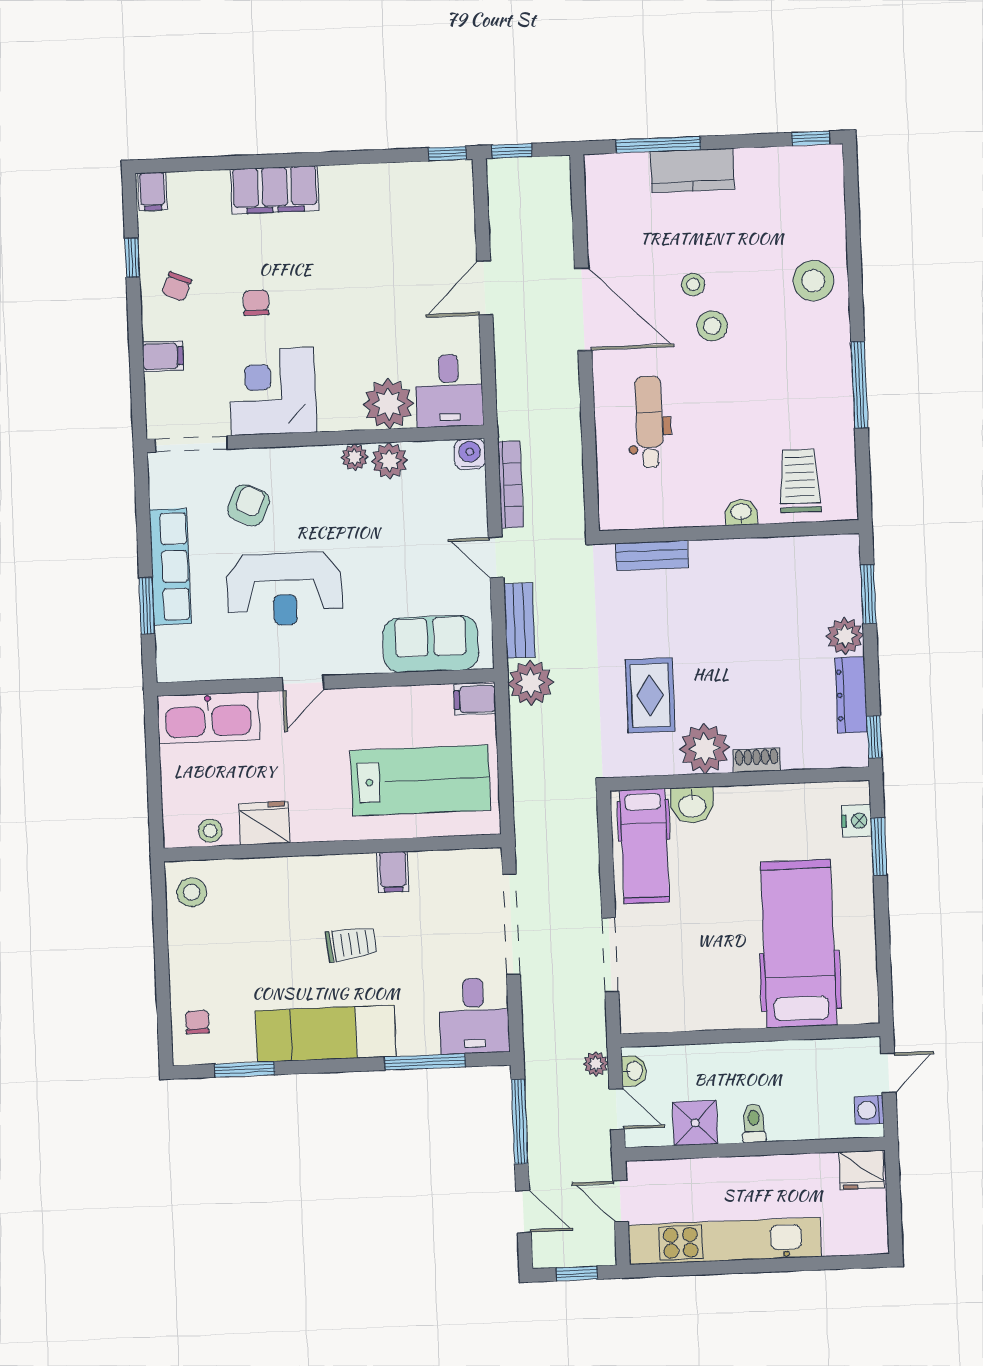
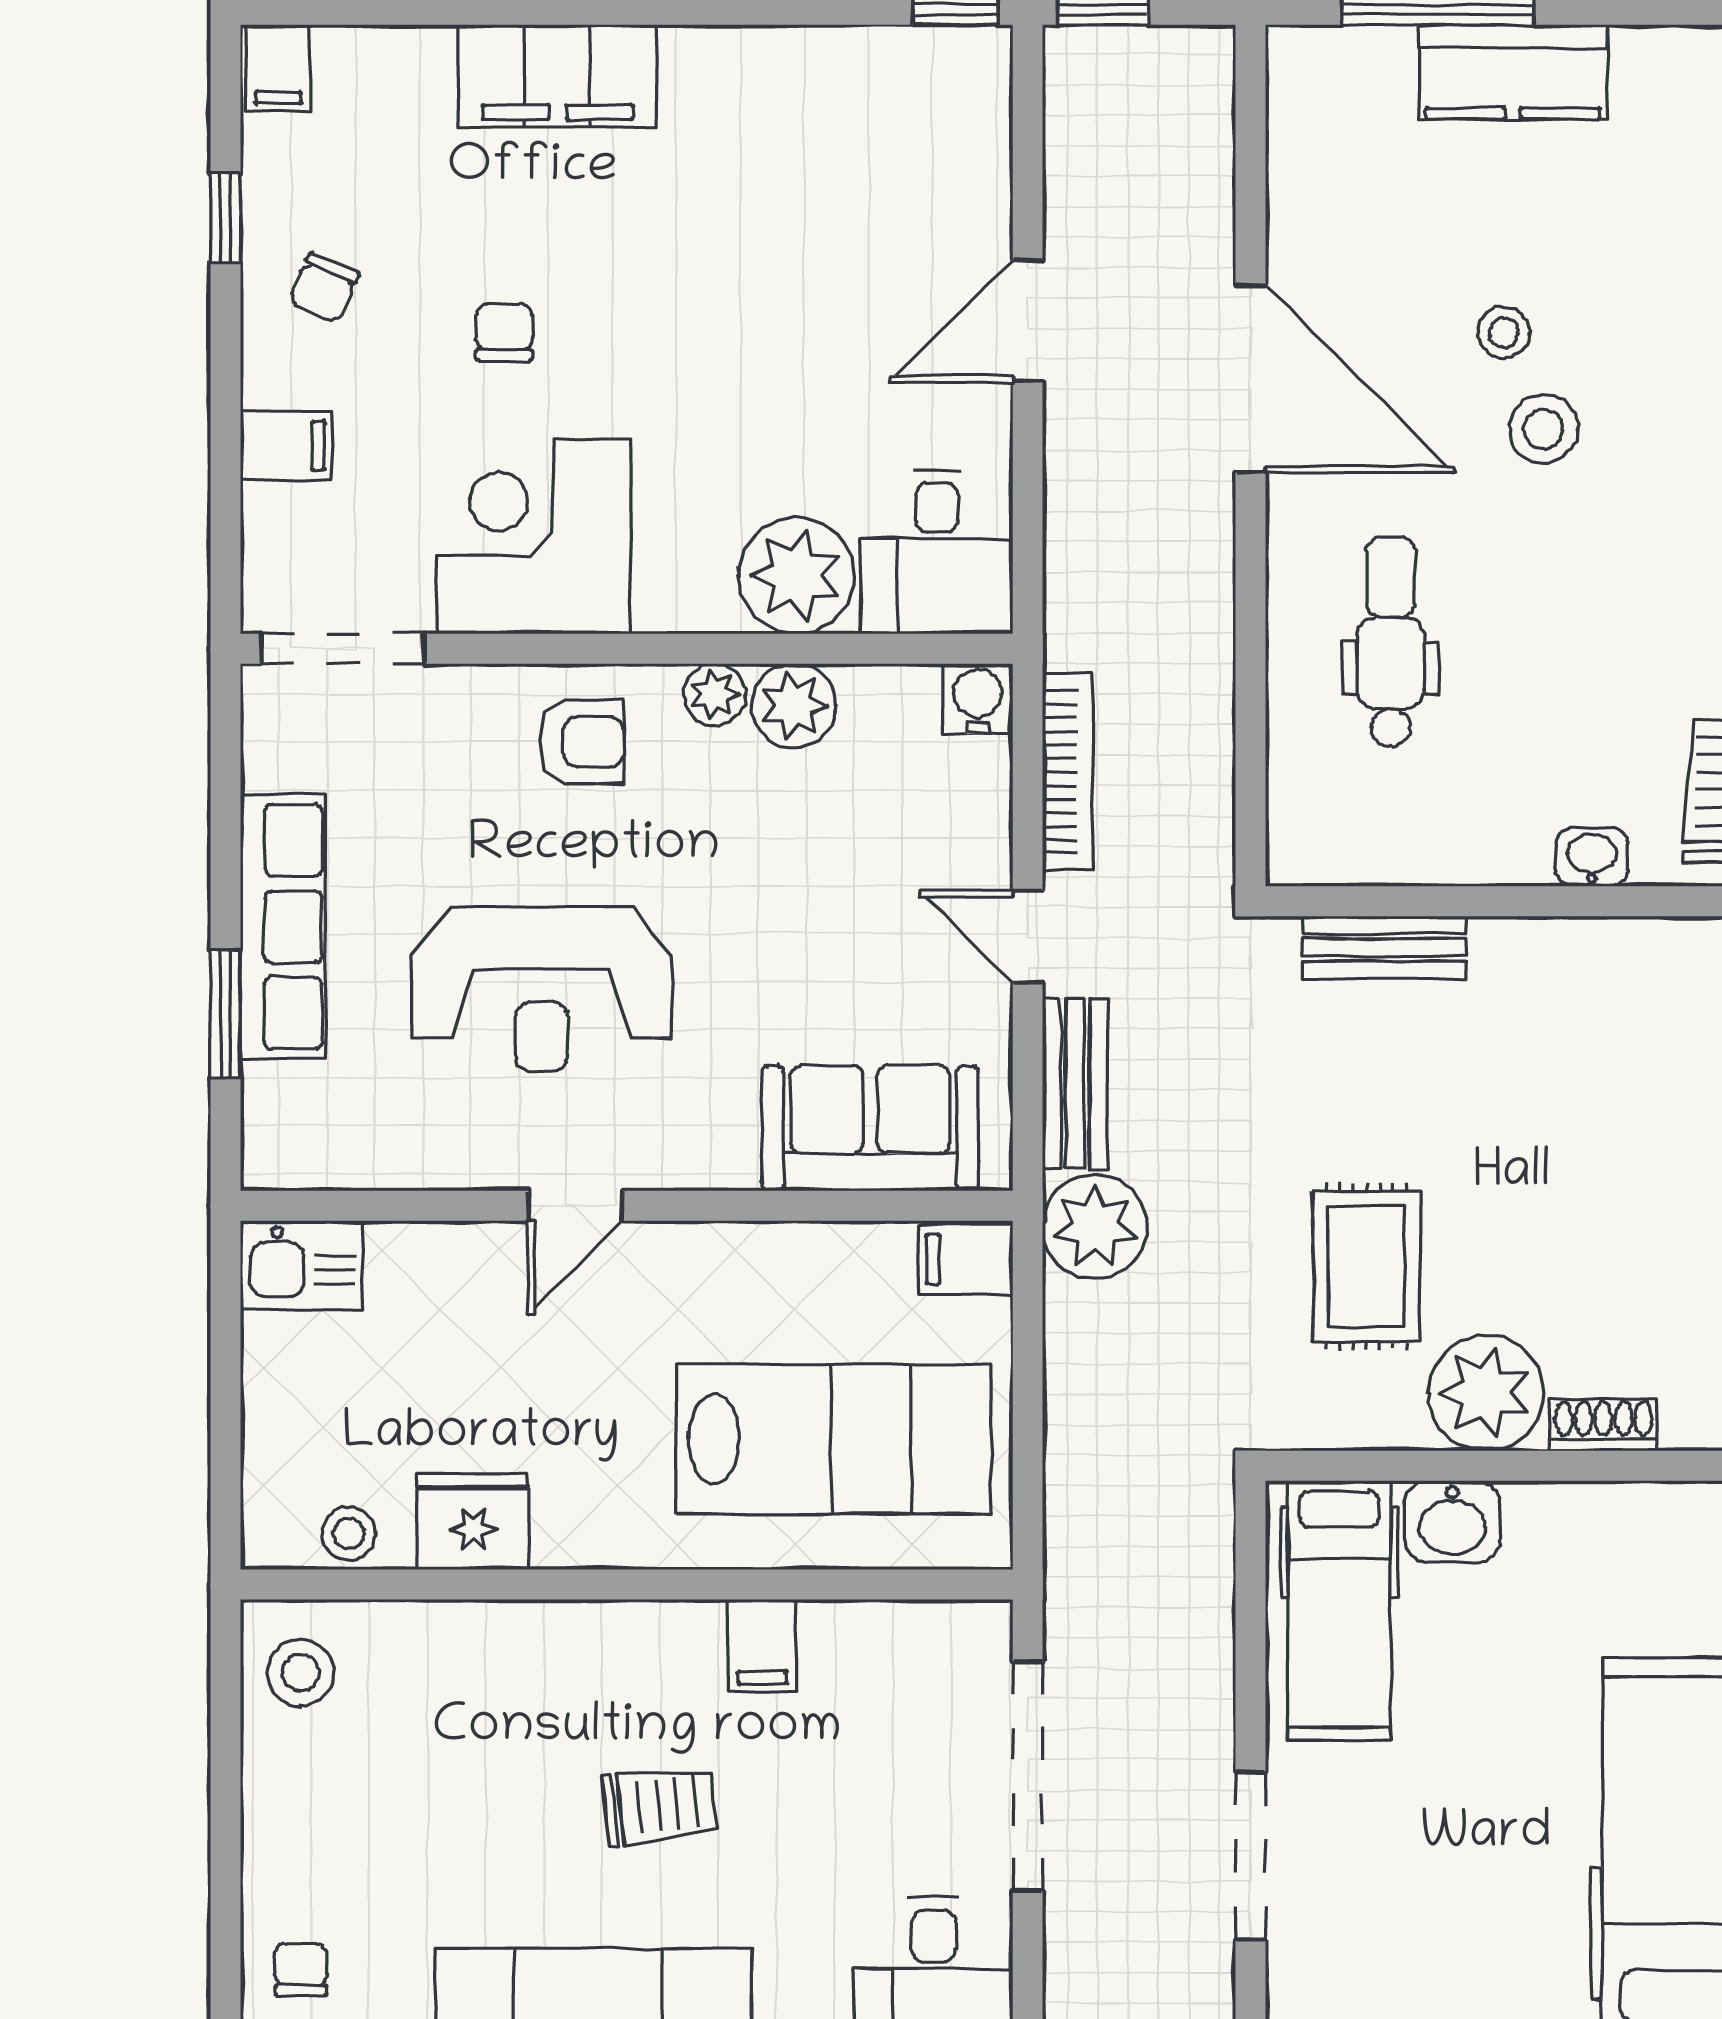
armchair: (248, 505) -> (582, 742), moved, turned 66
kitchen sink: (208, 718) -> (302, 1265), width x0.53, depth x0.81

